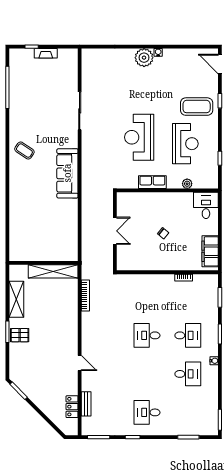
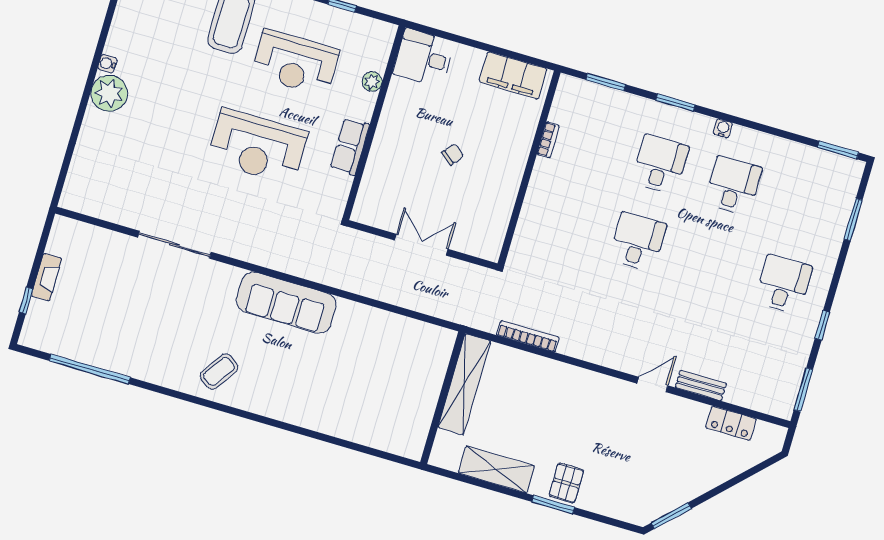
reception desk: (185, 144) -> (295, 63), turned 180
desk: (147, 335) -> (637, 242), turned 180
bench: (86, 404) -> (701, 385), moved
desk: (147, 412) -> (783, 284), turned 180

